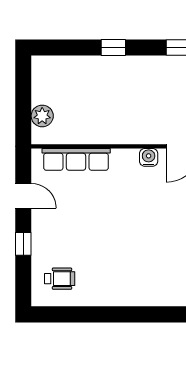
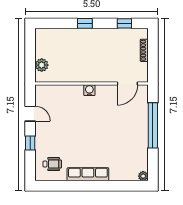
water cooler: (149, 157) -> (89, 90), moved
row of seats: (76, 159) -> (88, 174), moved, turned 180

